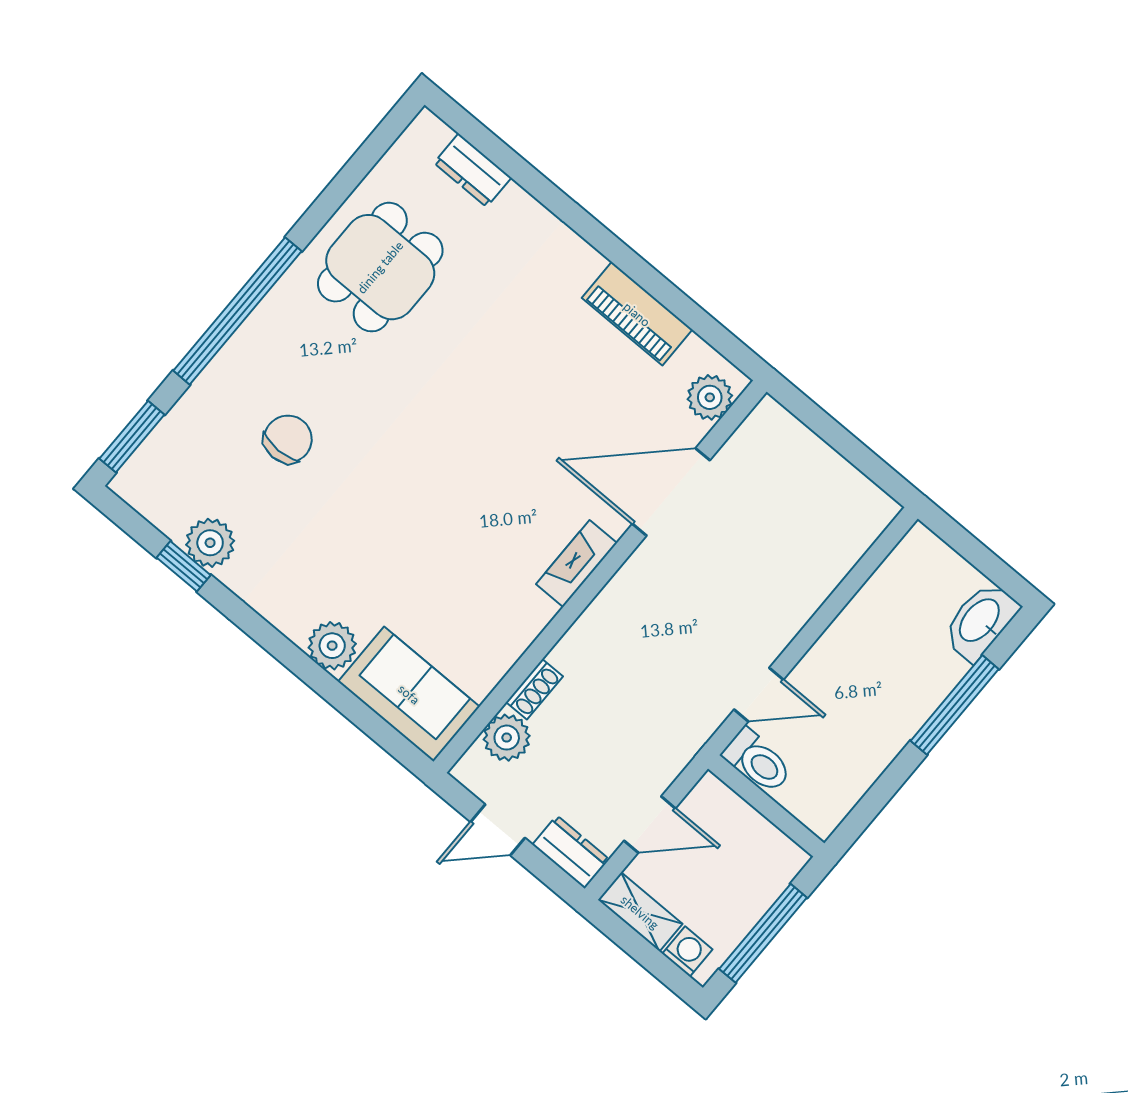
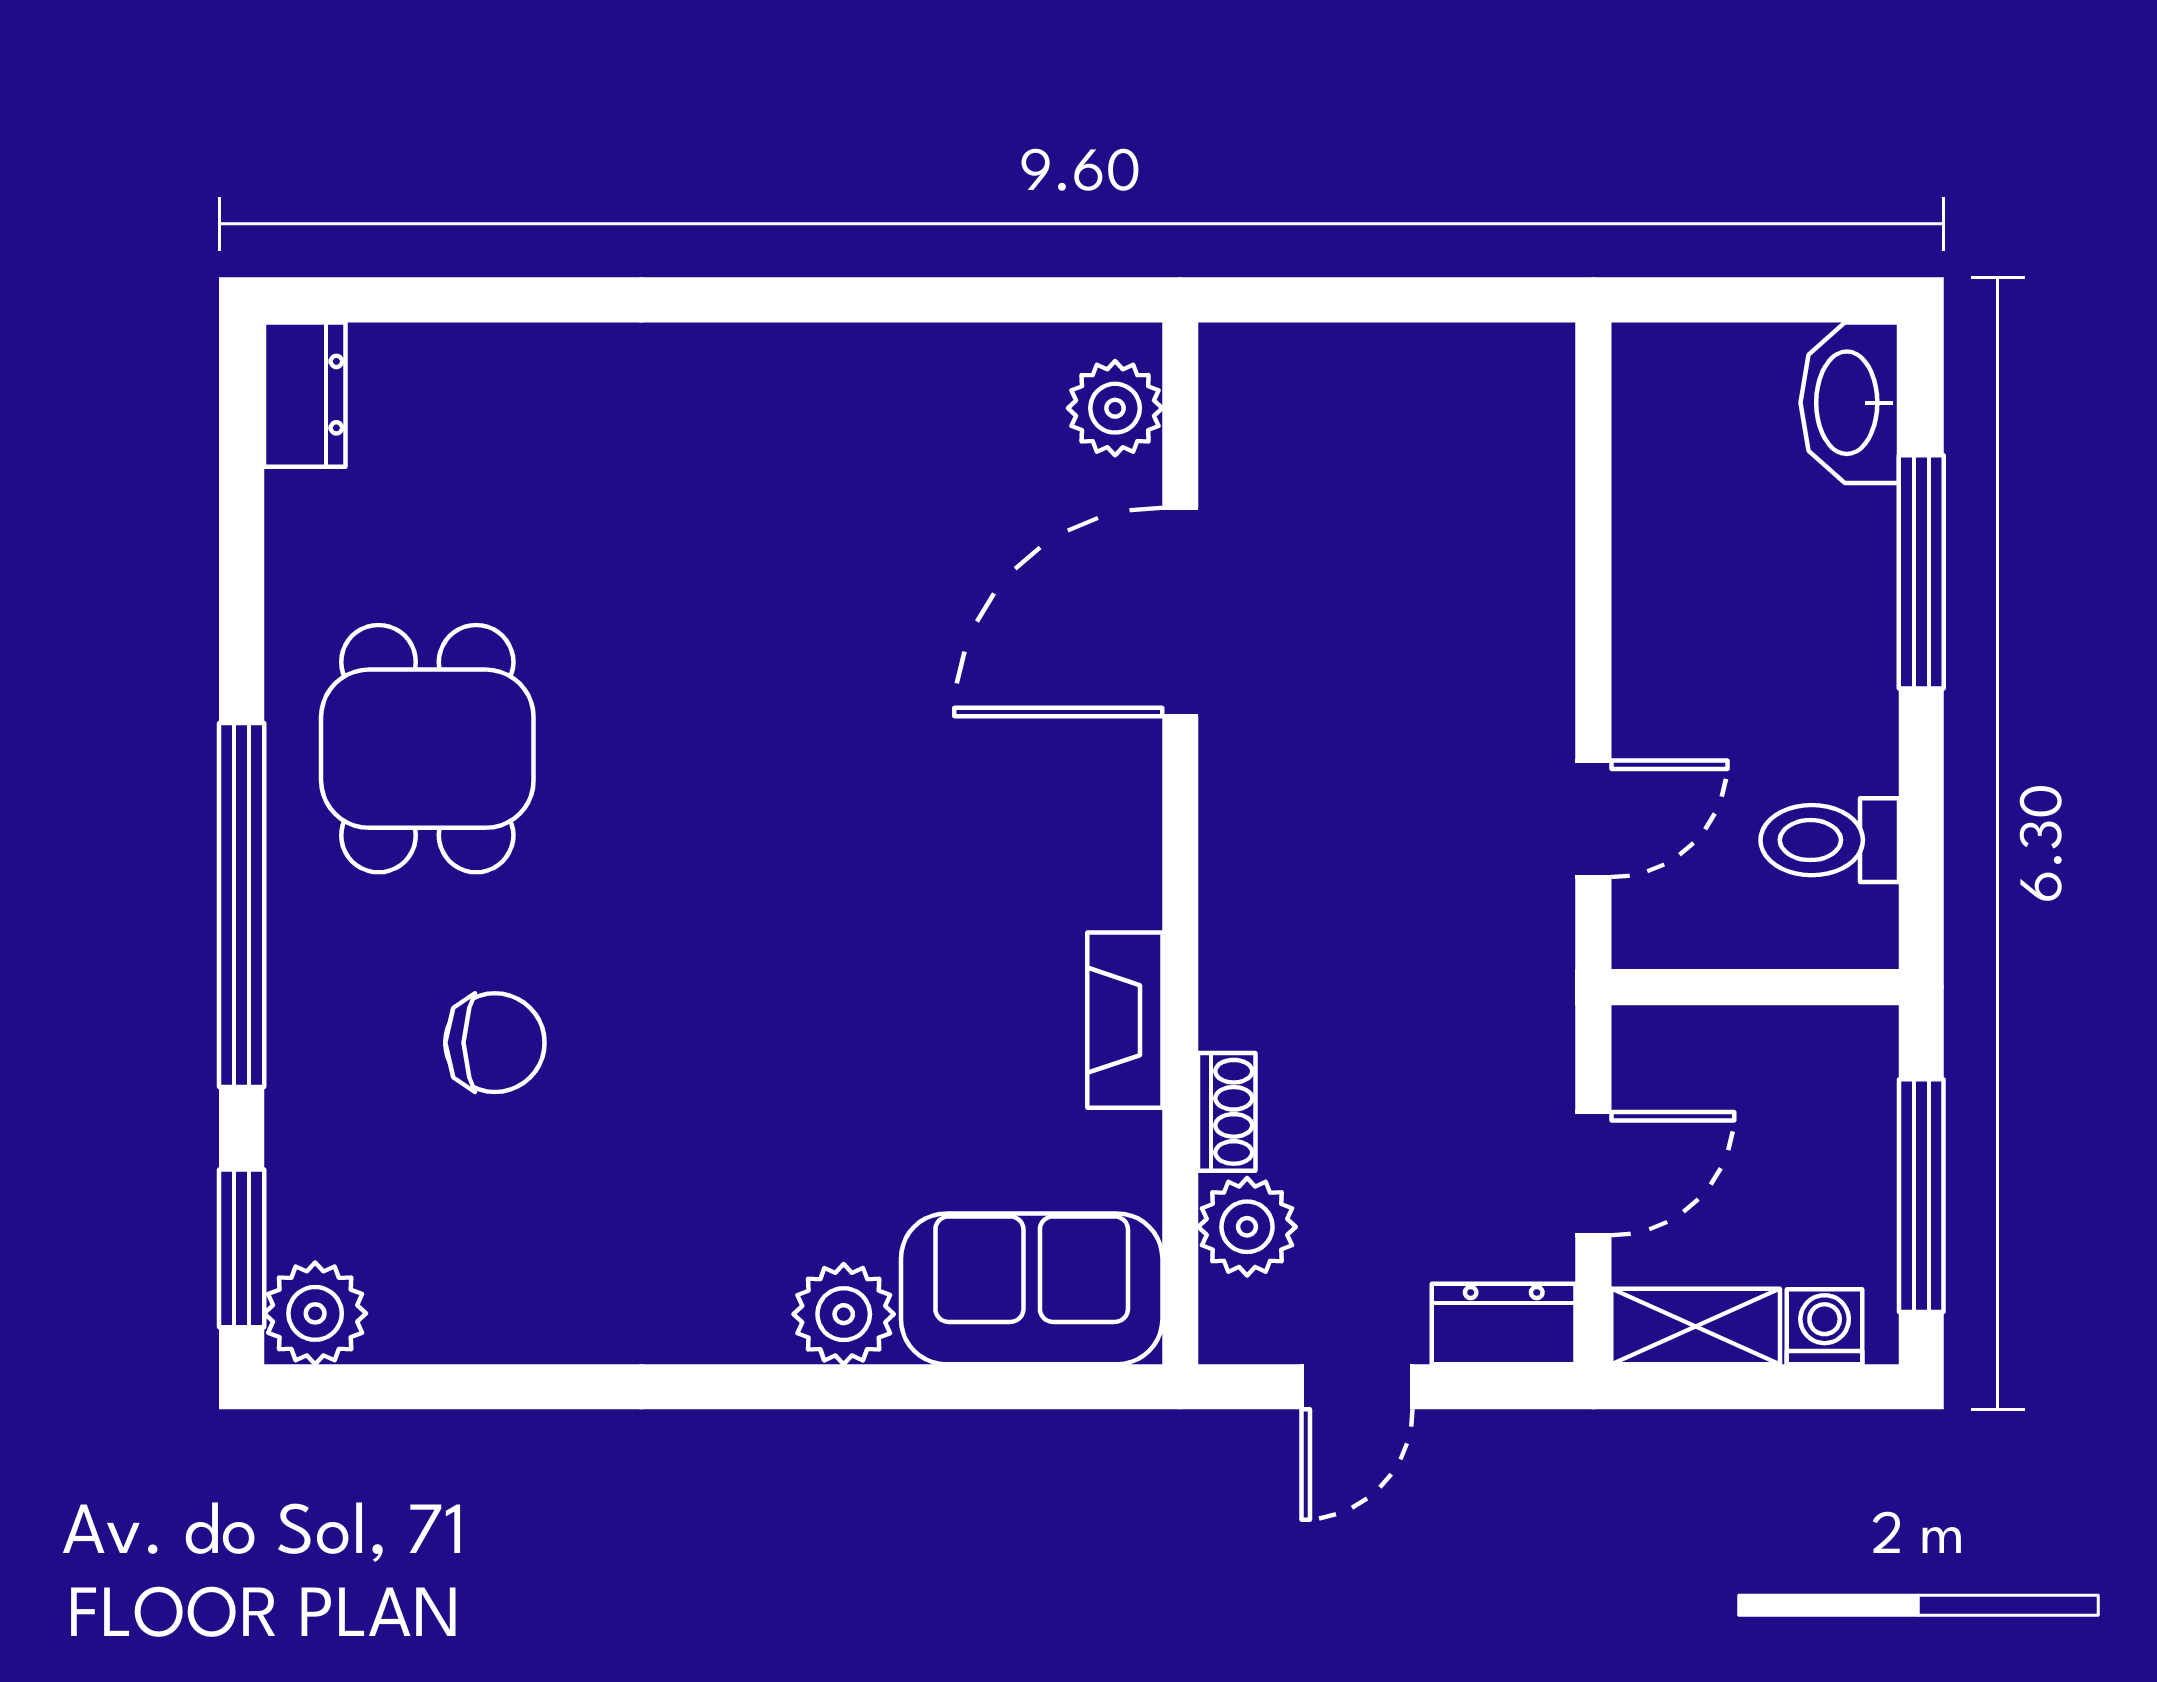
dresser: (473, 170) -> (305, 395), moved, turned -90
dining table: (380, 267) -> (427, 749), moved
piano: (637, 314) -> (886, 372), removed
chair: (288, 439) -> (495, 1043), turned 90
plant: (210, 543) -> (315, 1313), moved
fireplace: (576, 563) -> (1125, 1020), moved
window: (184, 566) -> (499, 1387), removed
toilet: (757, 761) -> (1830, 840), moved, turned 180

